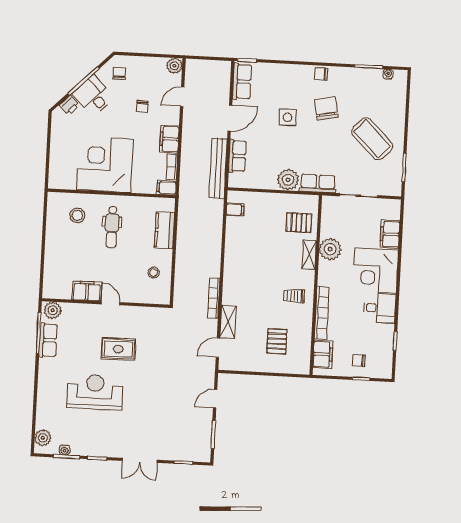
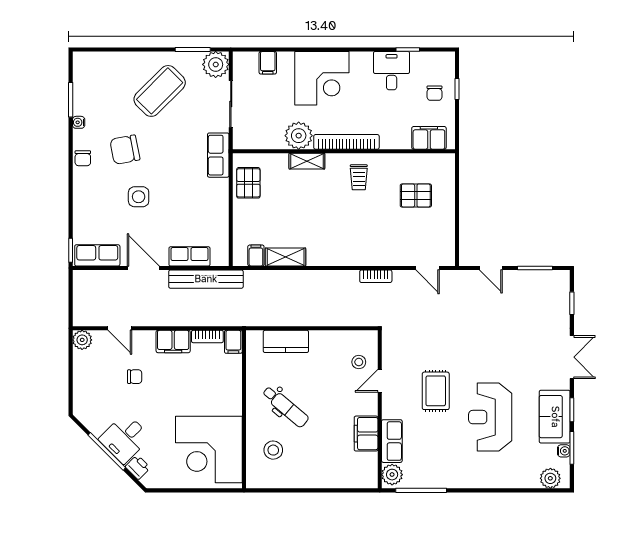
chair: (119, 73) -> (95, 408), removed
water cooler: (388, 74) -> (79, 122), moved
corner desk: (105, 165) -> (209, 450), moved
plant: (288, 180) -> (216, 64), moved
pallet: (299, 223) -> (248, 183), moved
dental chair: (112, 227) -> (285, 407), turned 40
filing cabinet: (390, 234) -> (268, 63), width x0.50
stool: (154, 273) -> (359, 362), moved
bookcase: (214, 298) -> (376, 276), width x0.64
door: (111, 303) -> (380, 381), moved
desk: (380, 308) -> (392, 71), moved
bookcase: (322, 313) -> (346, 142), moved
shelving: (228, 322) -> (286, 257), moved
row of seats: (48, 340) -> (392, 441), moved, turned 90
sofa: (92, 444) -> (555, 417), added

